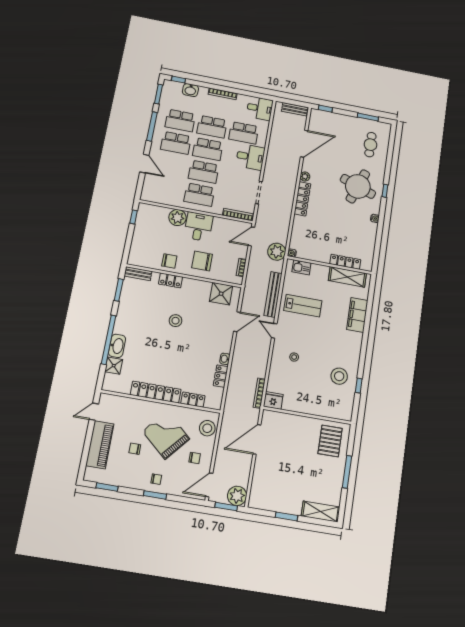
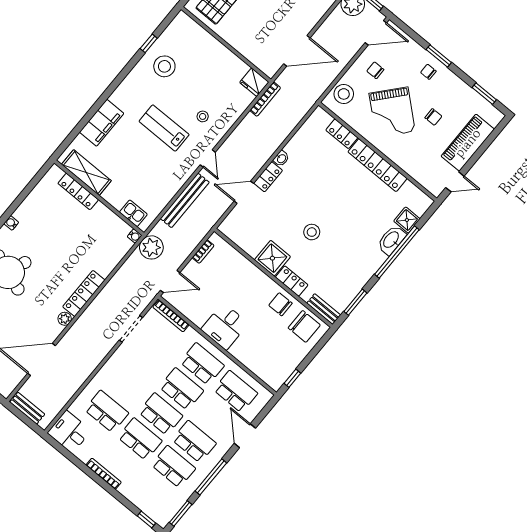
washbasin: (190, 90) -> (140, 499), removed
desk: (250, 157) -> (116, 377), removed
school desk: (167, 189) -> (236, 392), added
plant: (177, 218) -> (243, 350), removed
chair: (202, 261) -> (304, 326), moved
shower: (221, 294) -> (272, 258), moved
lab bench: (303, 306) -> (164, 128), moved
locker: (221, 376) -> (268, 177), moved

